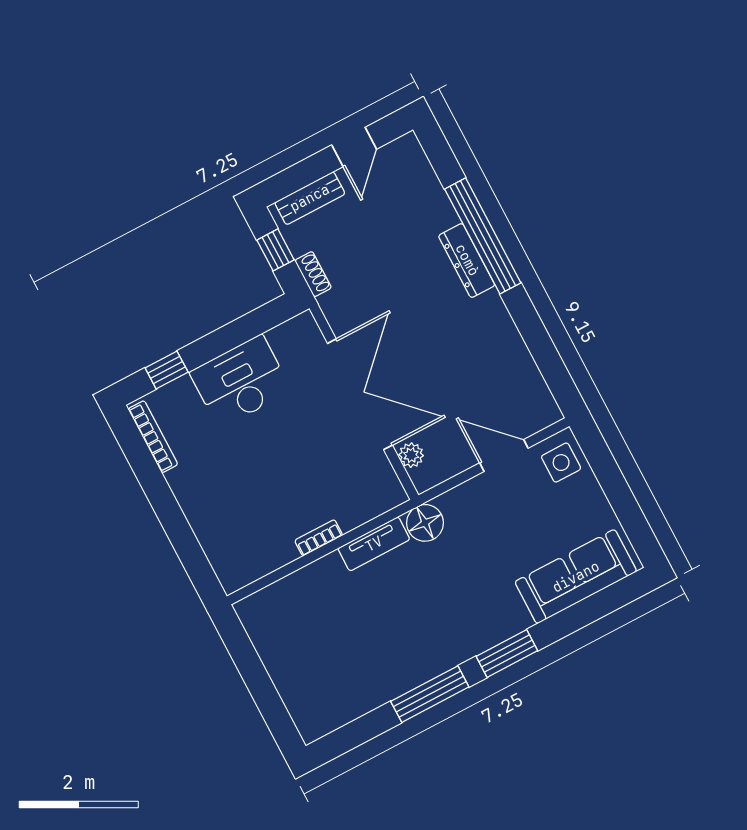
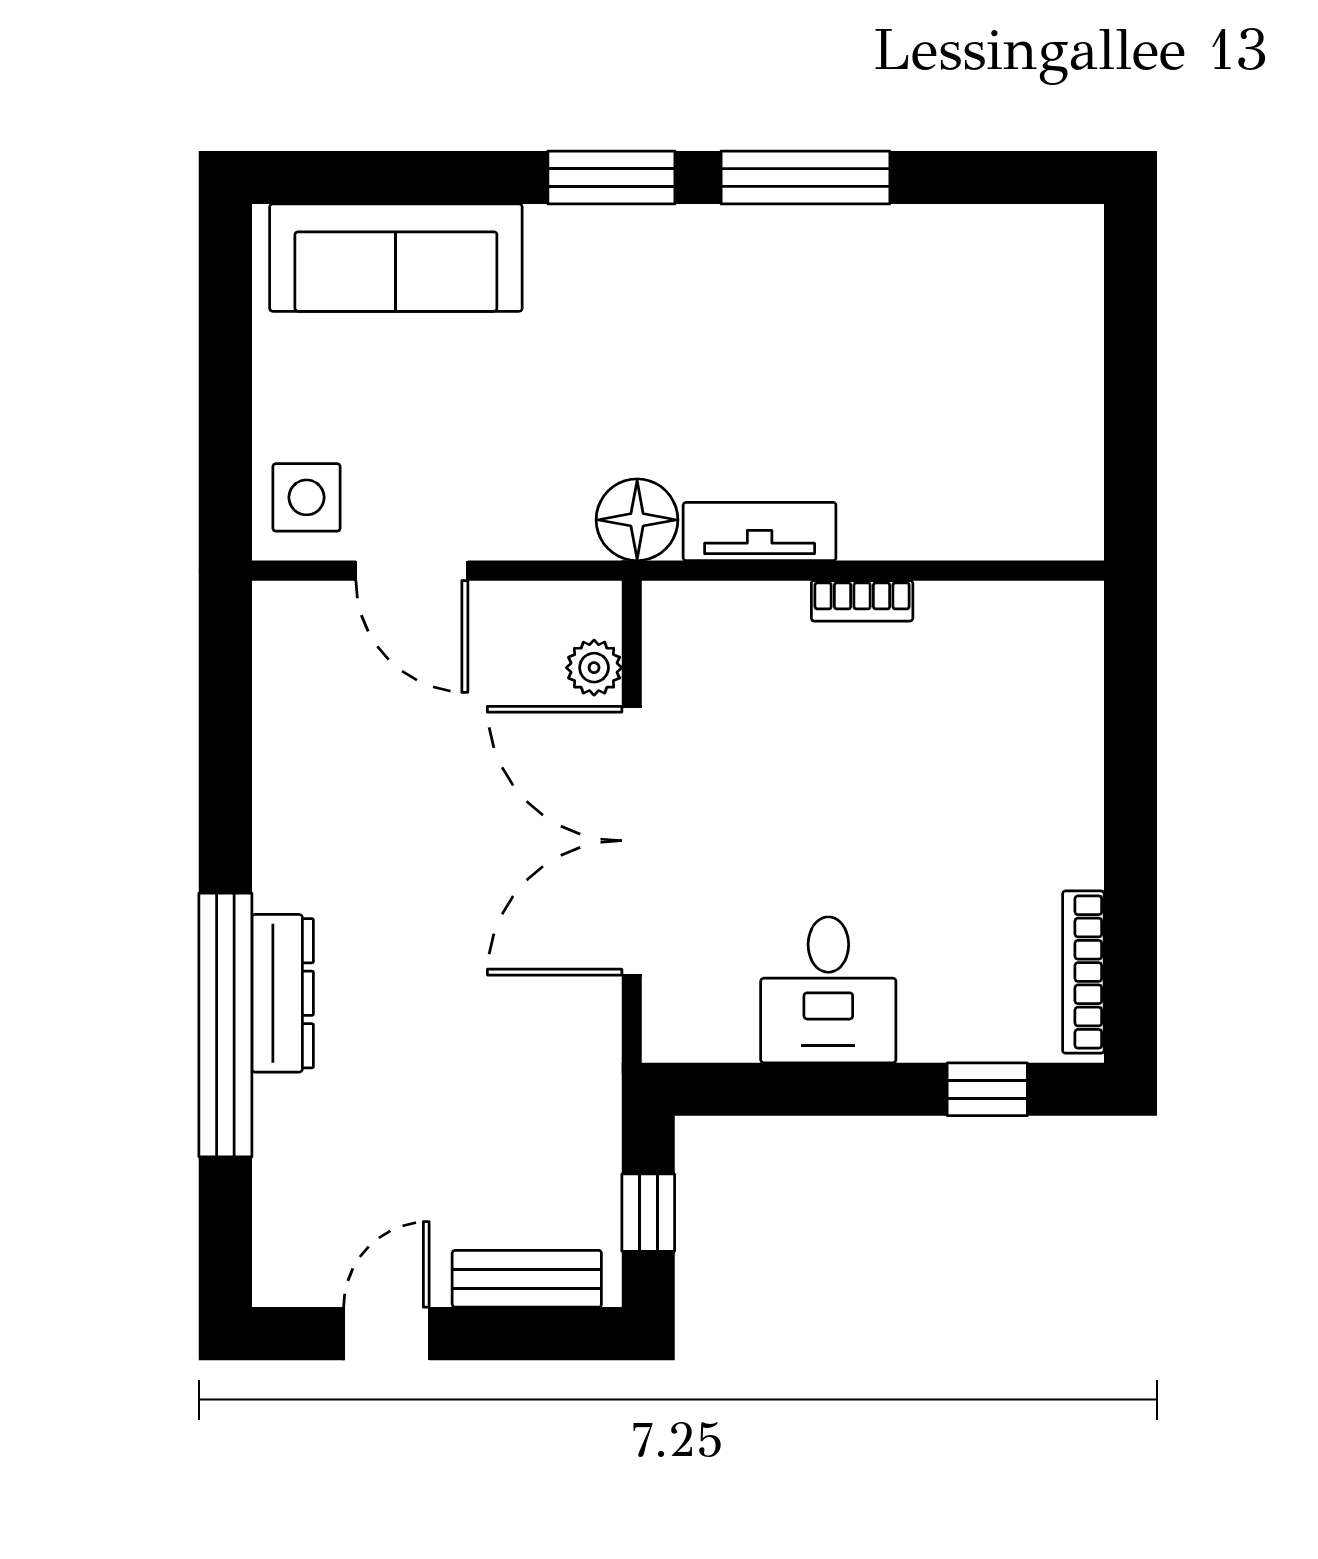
shoe rack: (313, 274) -> (599, 1126), removed
desk: (241, 381) -> (828, 990), width x0.73

